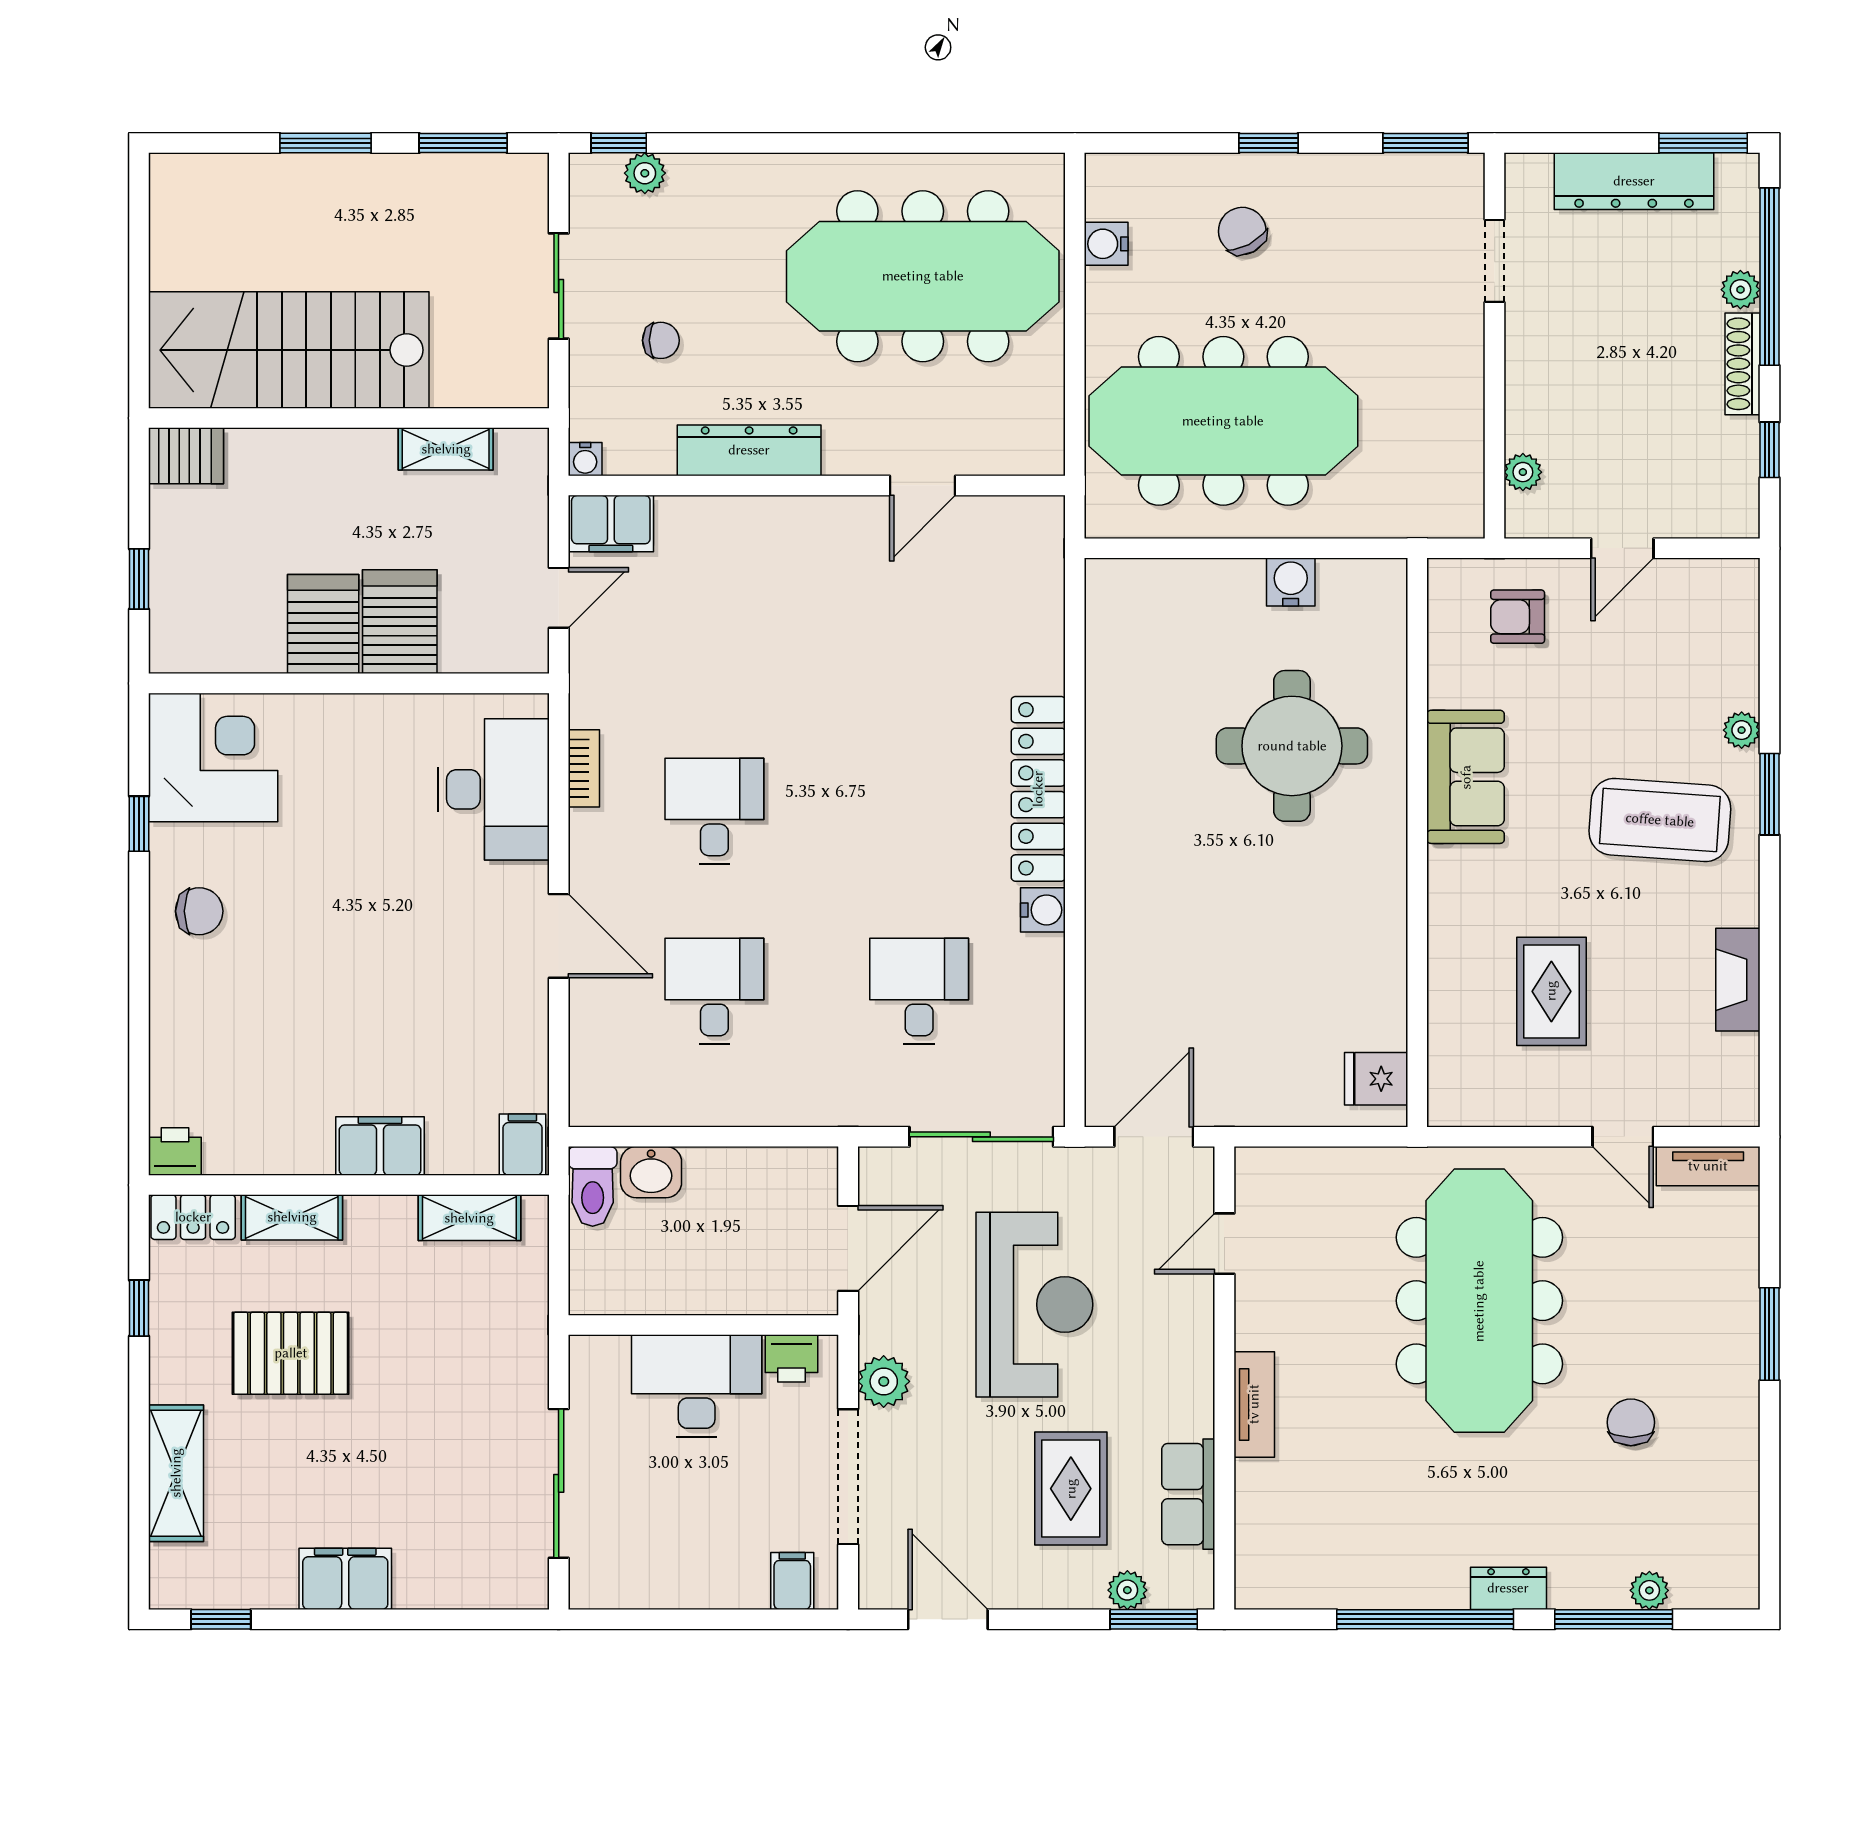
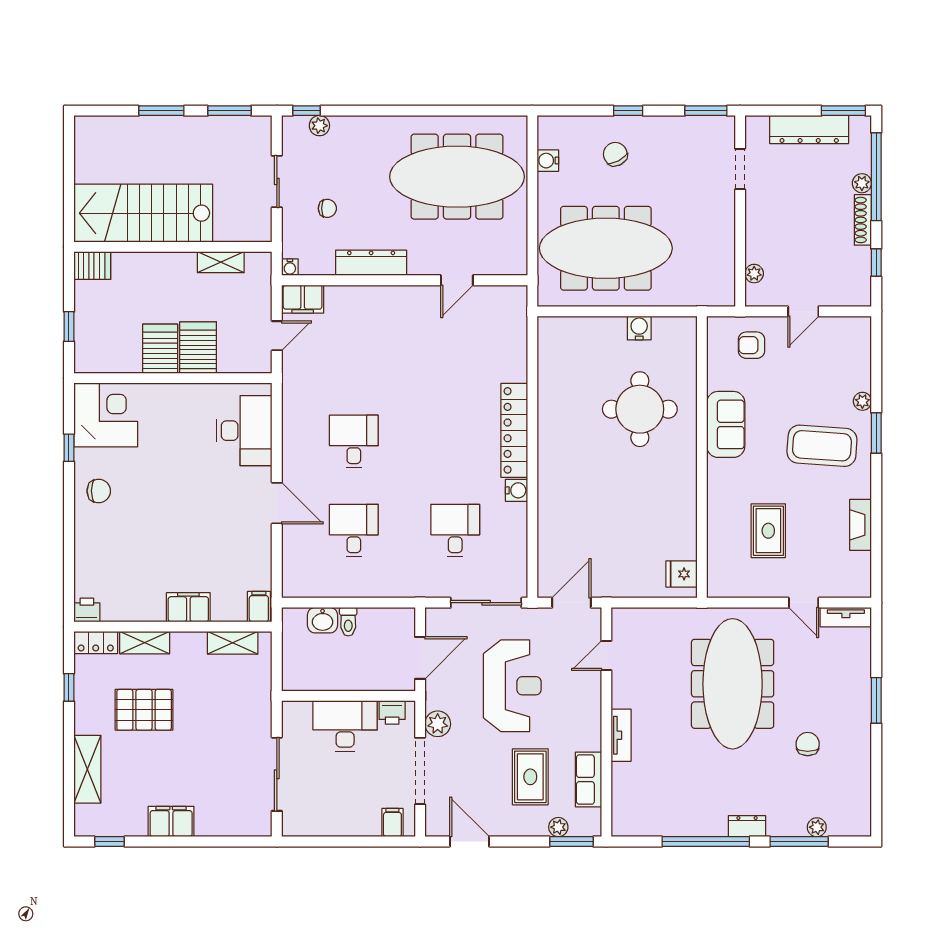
bookcase: (584, 768) -> (289, 420), removed
toilet: (593, 1186) -> (348, 622), moved, width x0.73, depth x0.72

